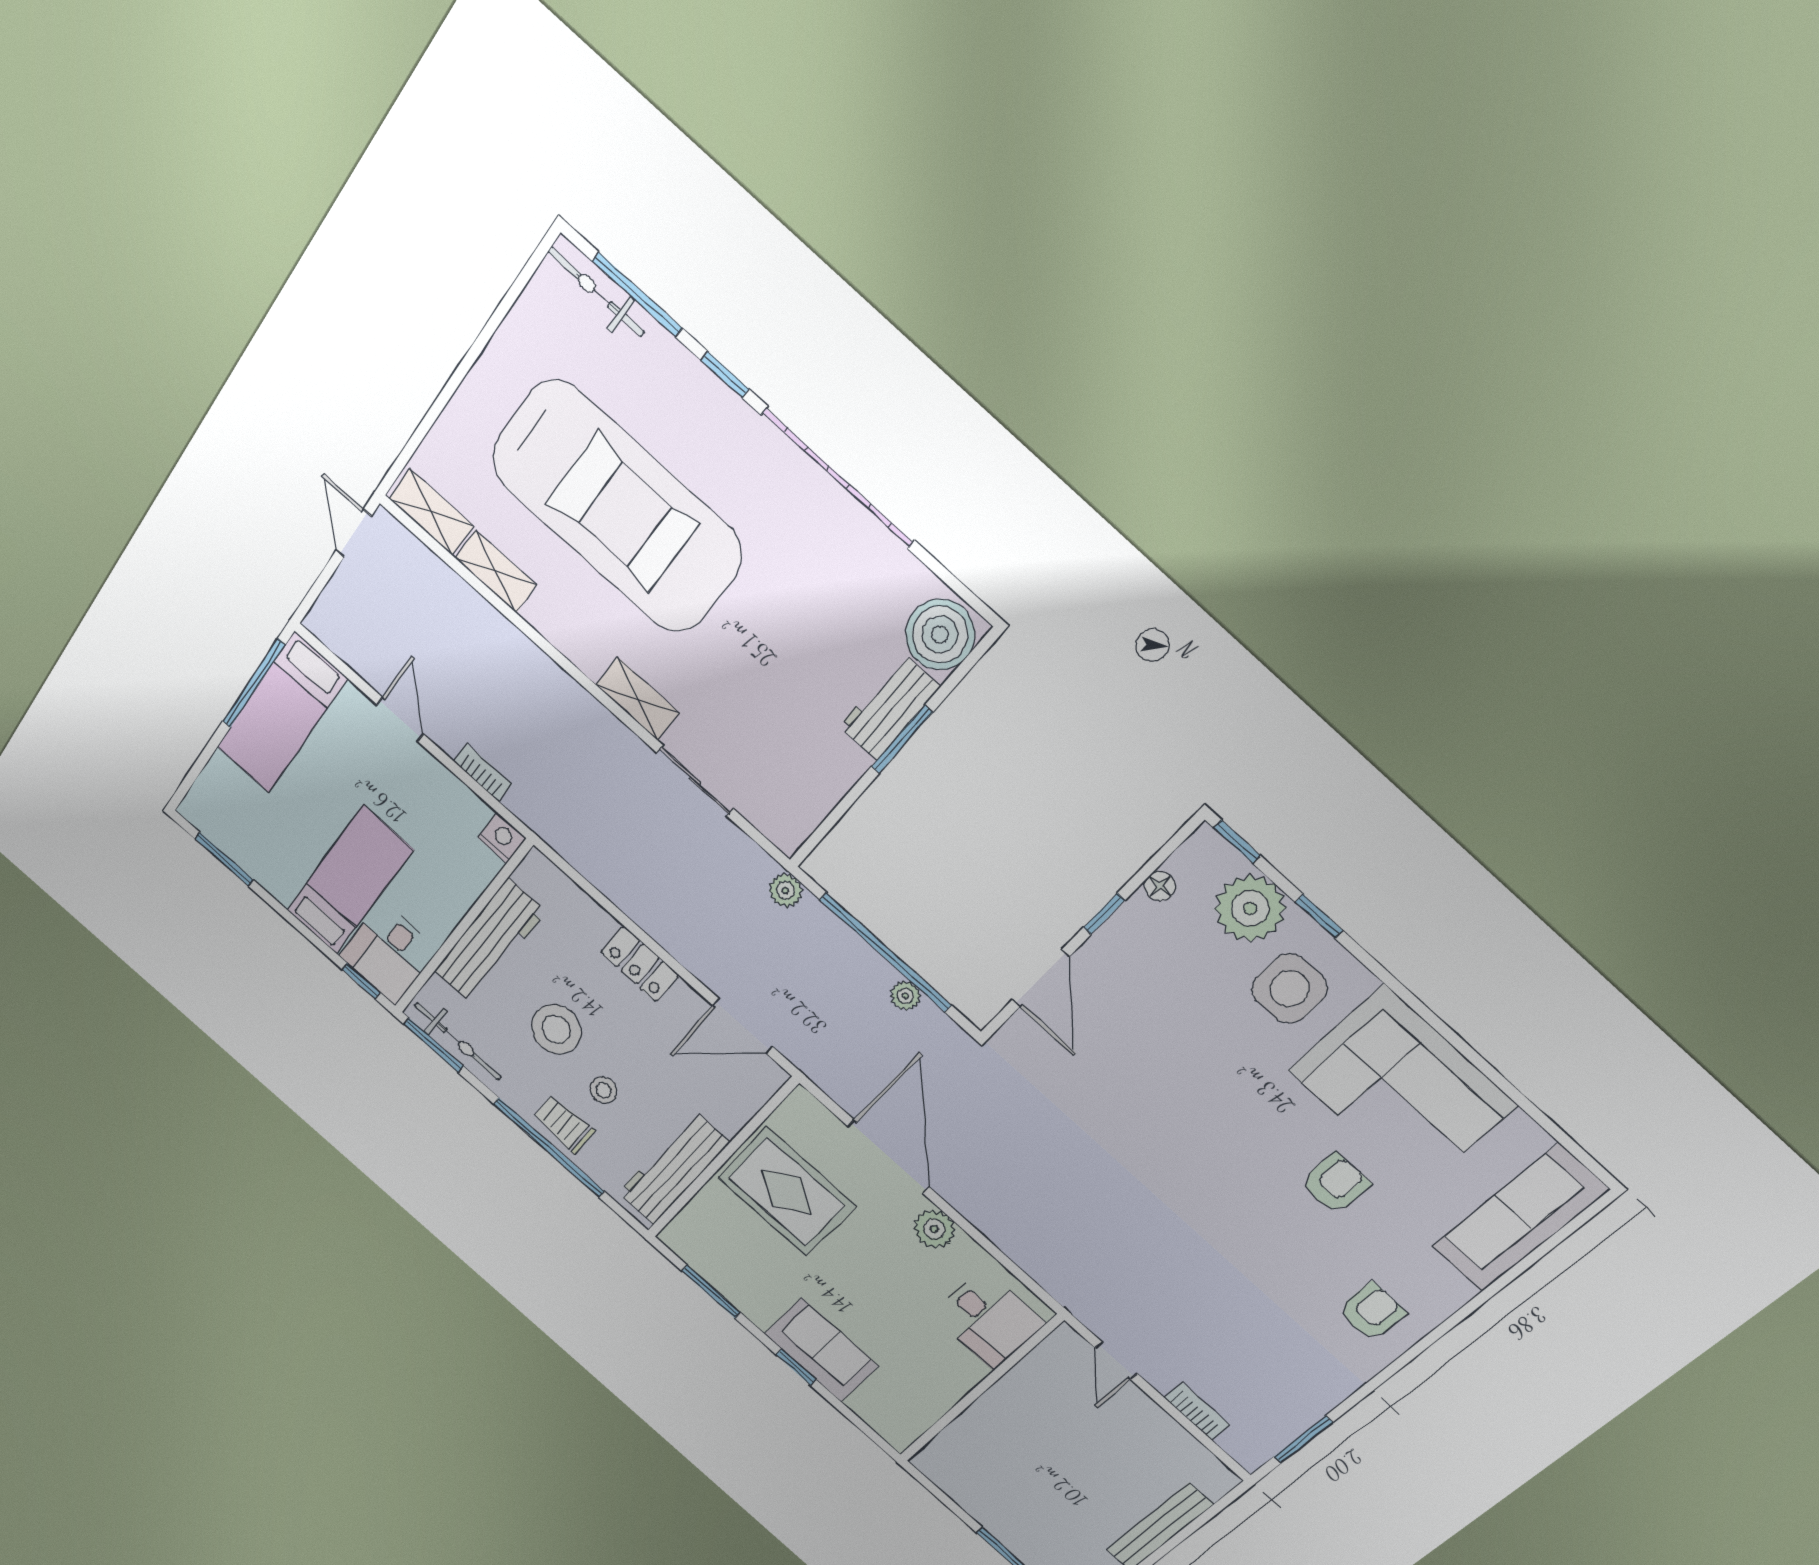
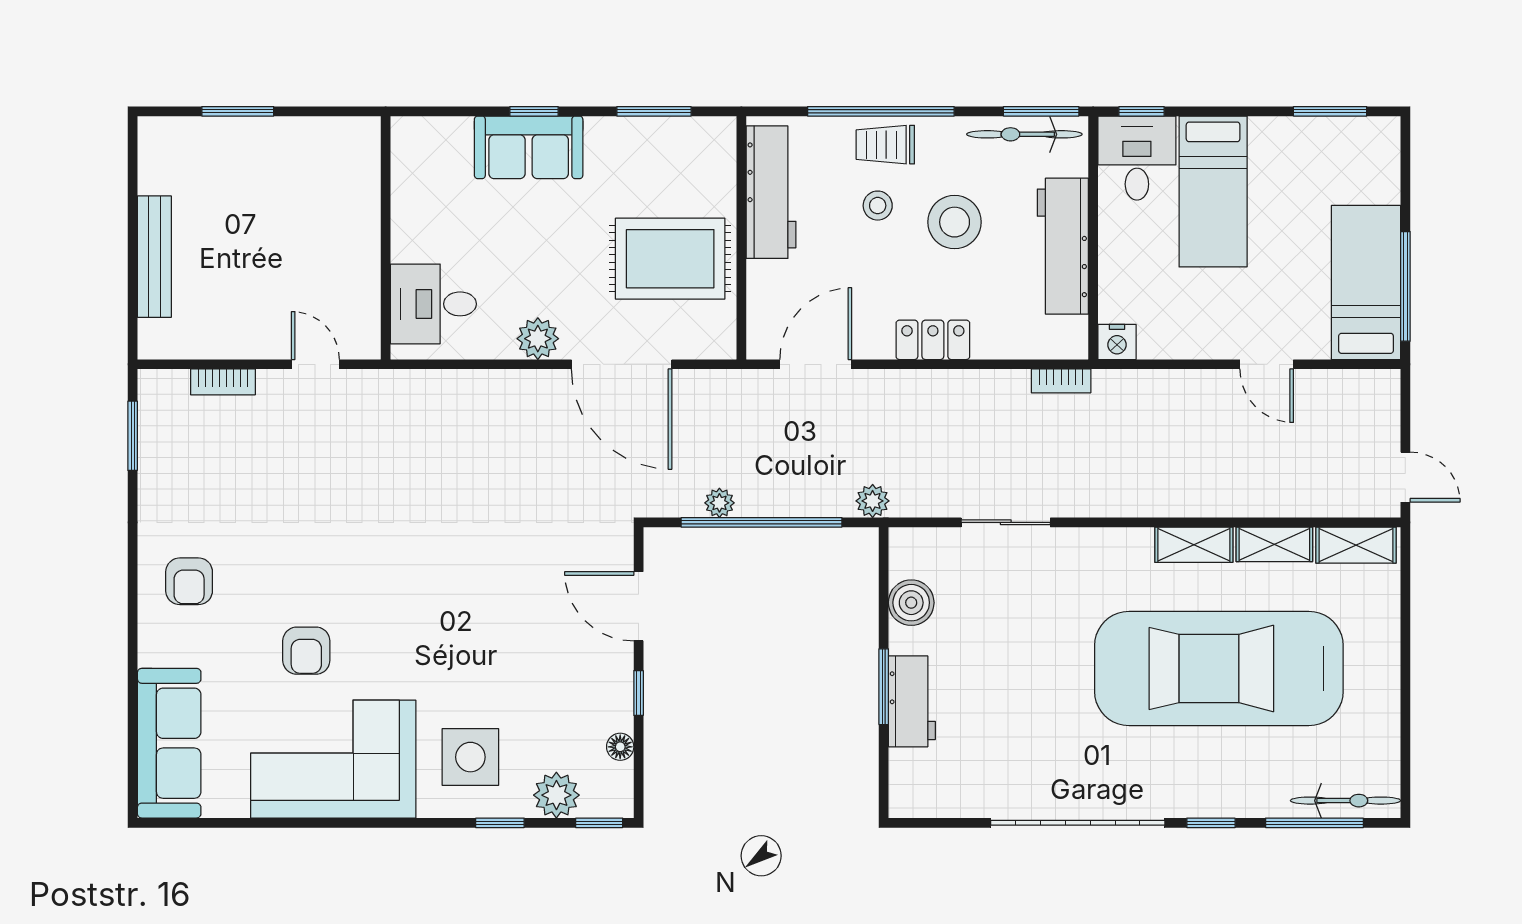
boiler: (940, 635) -> (911, 603), moved, width x0.73, depth x0.73
shelving: (637, 699) -> (1194, 545), moved
bookcase: (483, 772) -> (1061, 381), moved
plant: (1250, 908) -> (556, 795), width x0.73, depth x0.73
trolley: (564, 1124) -> (885, 145), turned 180

